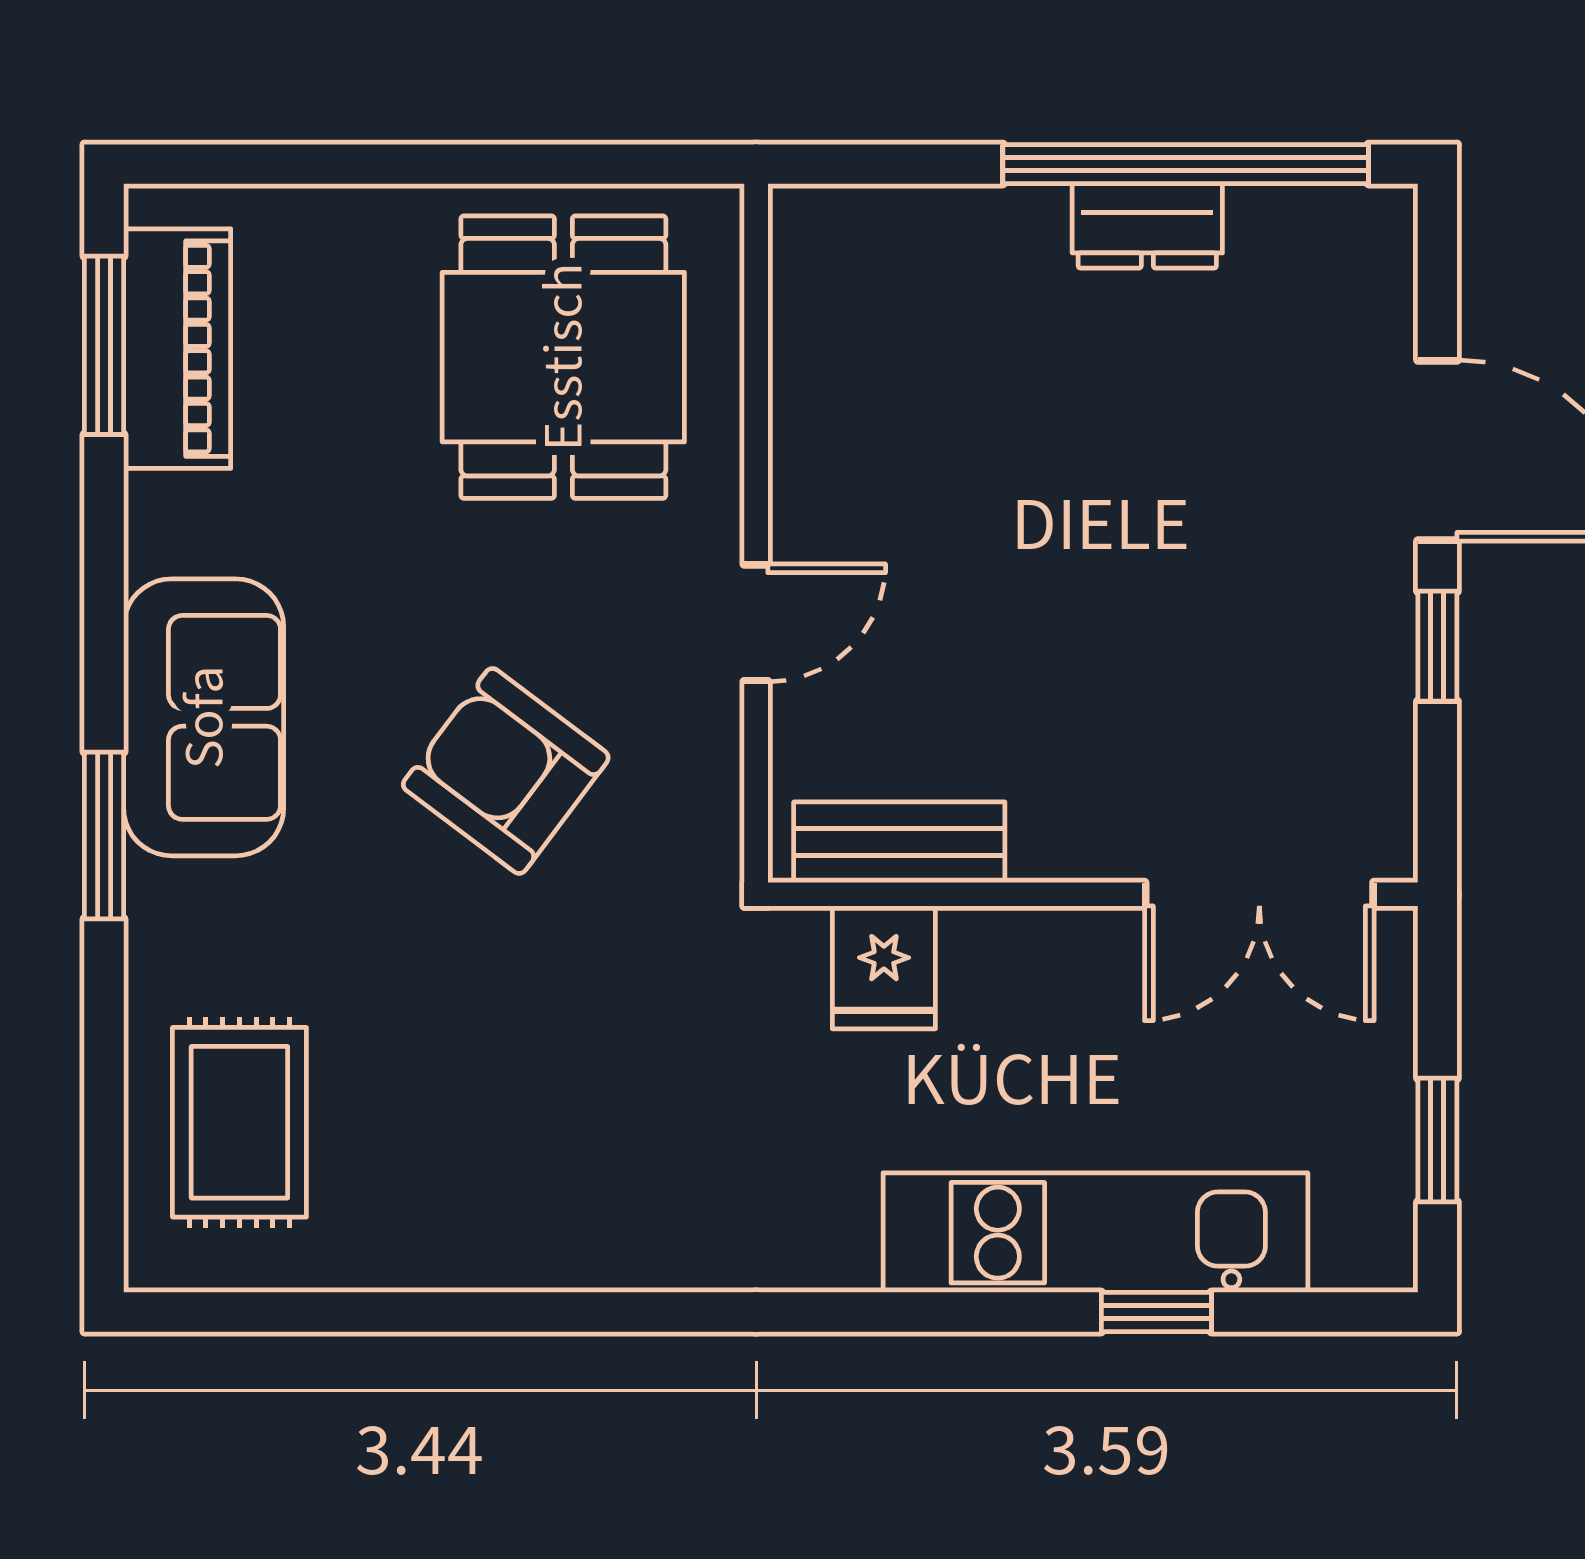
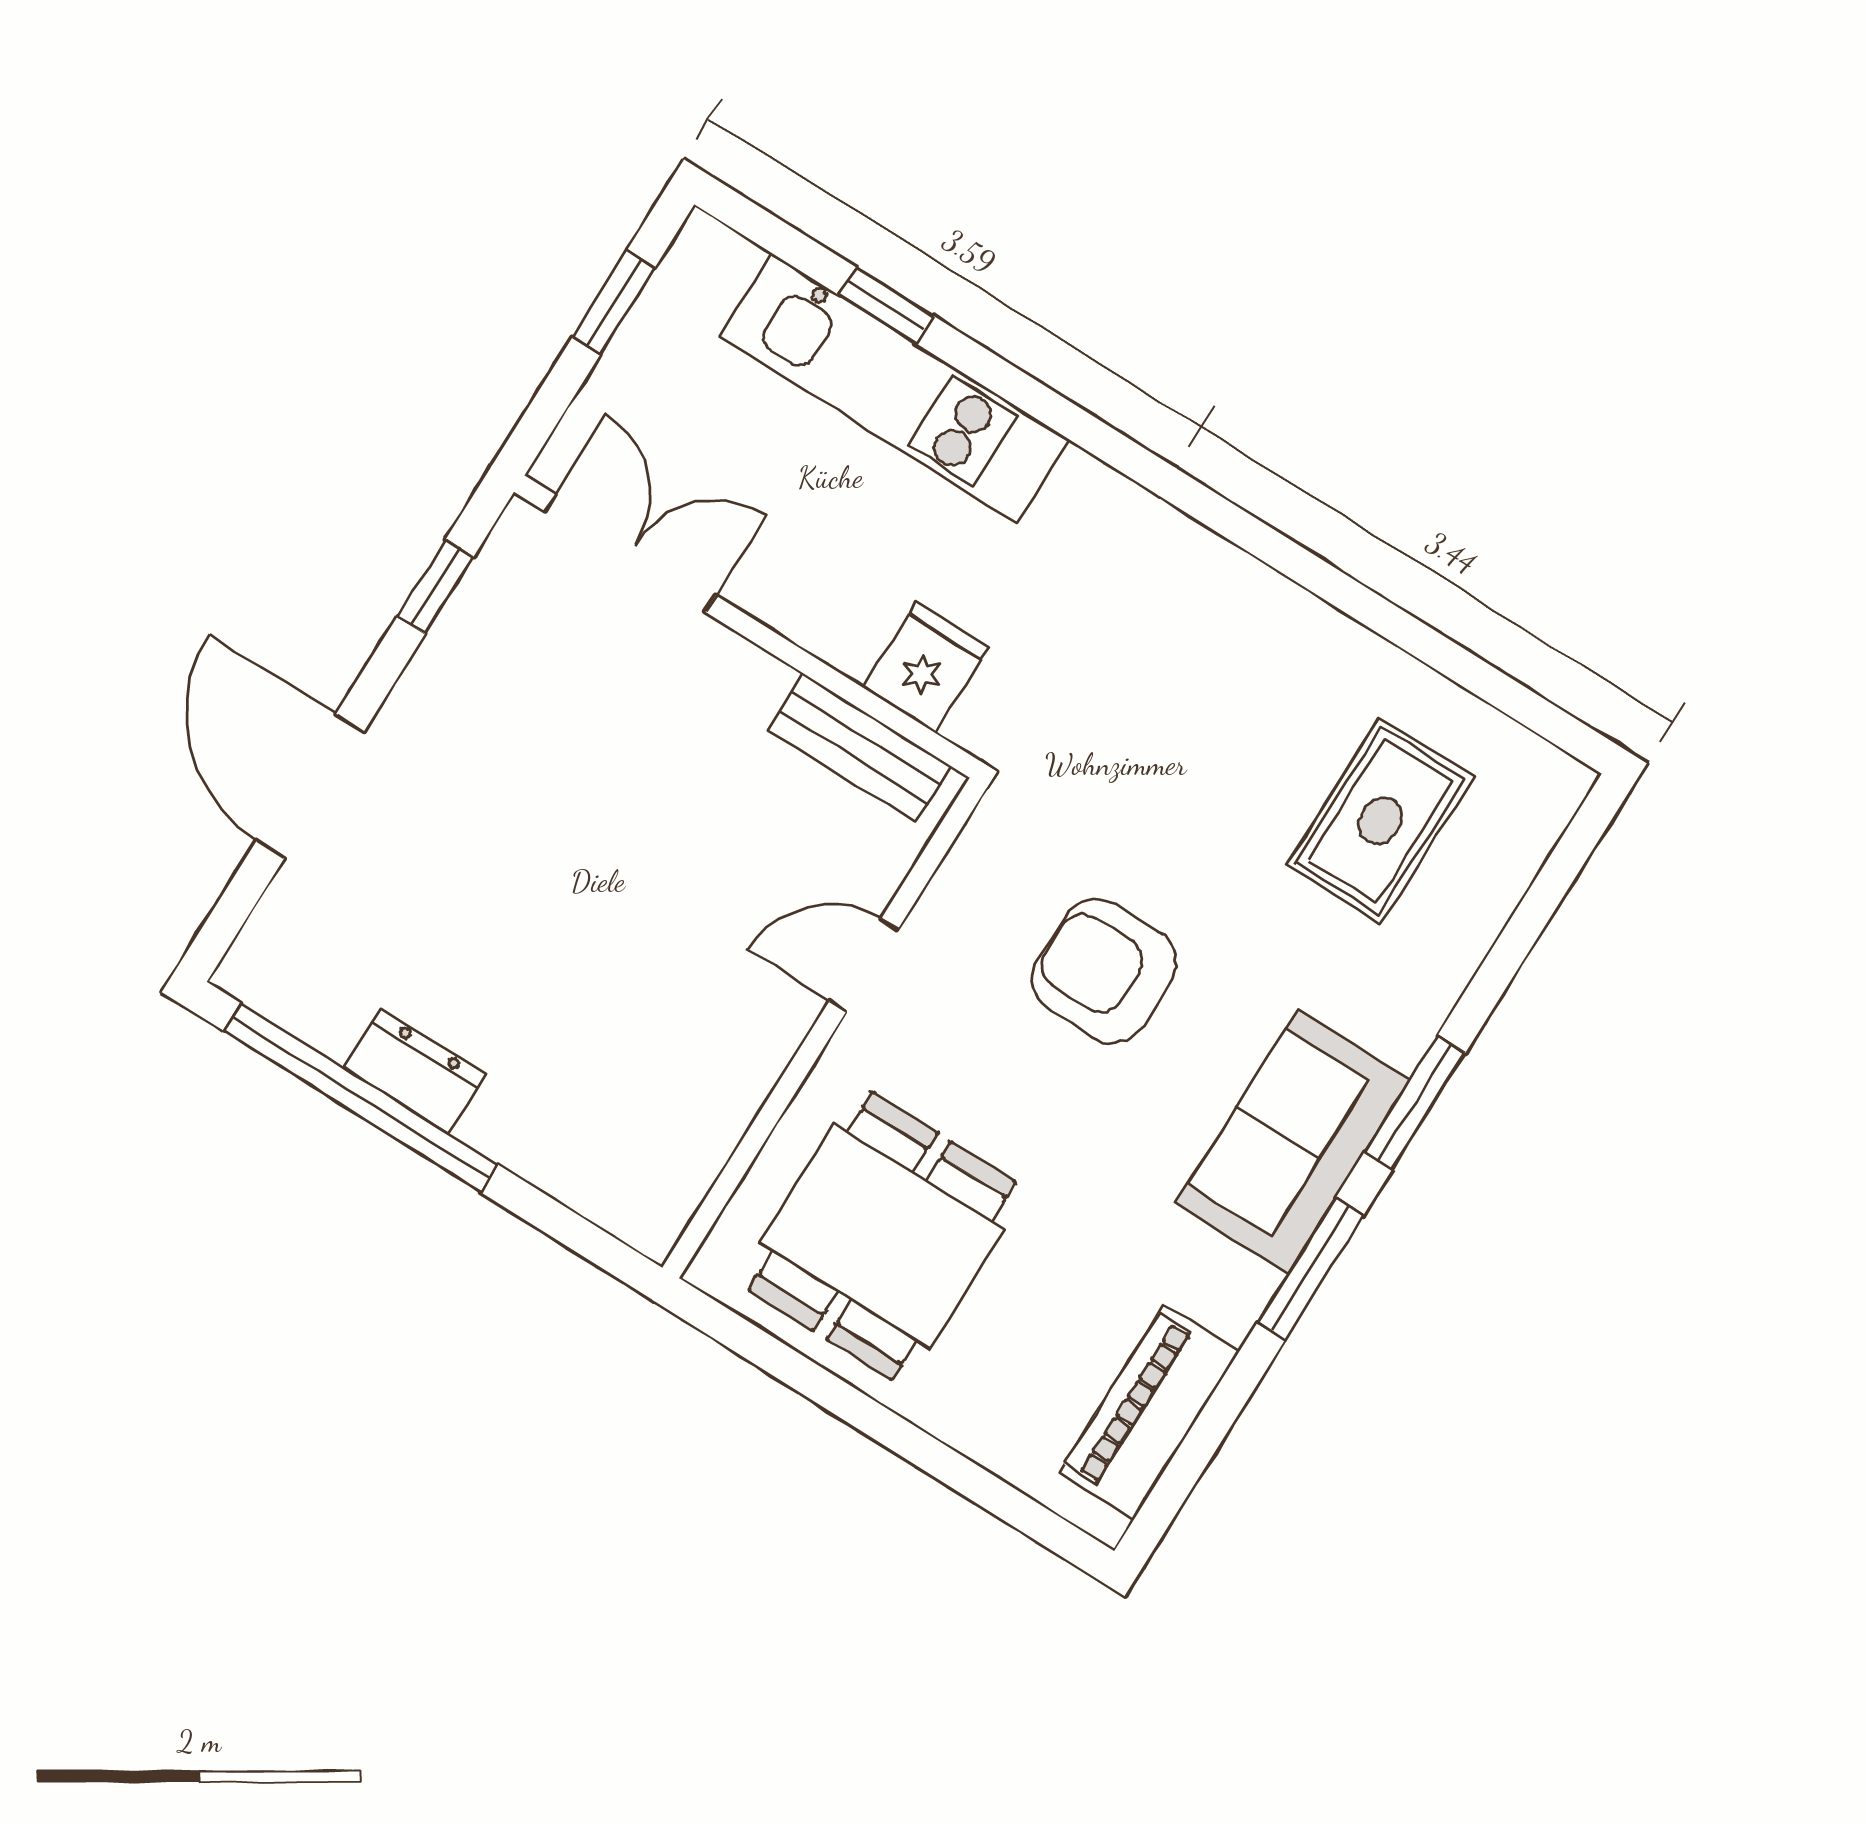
window: (104, 345) -> (1310, 1269), moved
window: (1437, 646) -> (435, 587), moved
armchair: (506, 771) -> (1105, 971), turned 143
rug: (239, 1122) -> (1380, 821), moved

